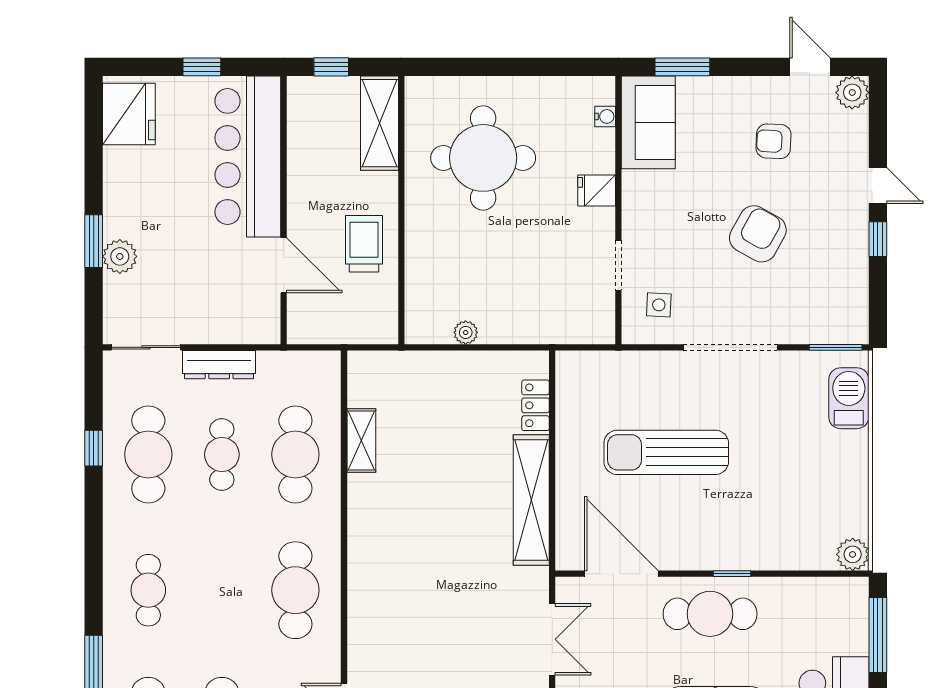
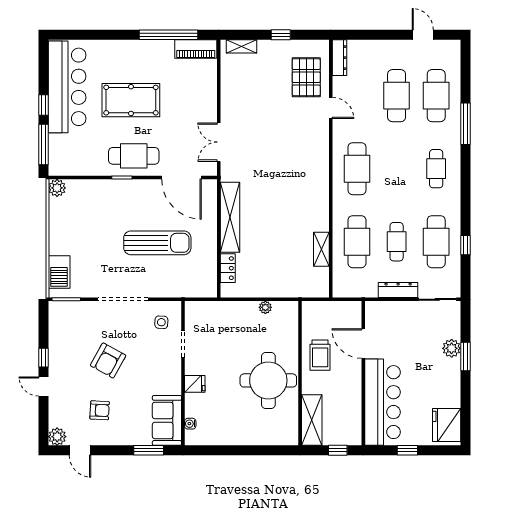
round table: (483, 158) -> (268, 380), moved

